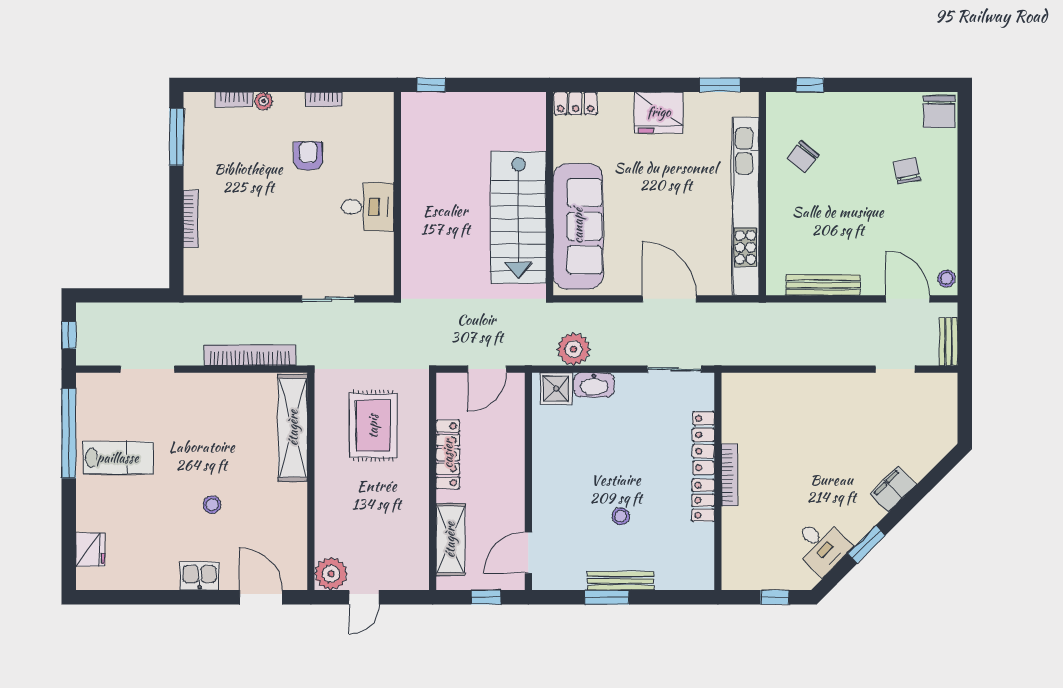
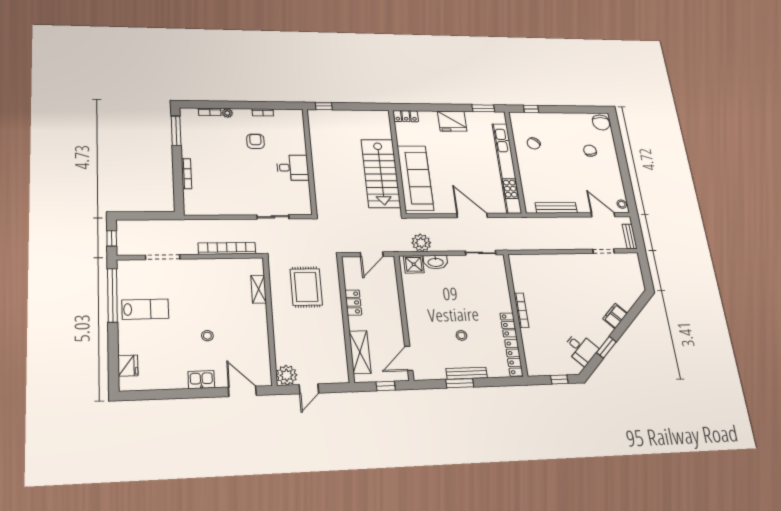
shelving: (293, 428) -> (259, 289), width x0.45, depth x0.75
locker: (704, 443) -> (514, 358), moved
locker: (448, 454) -> (353, 303), width x0.66

